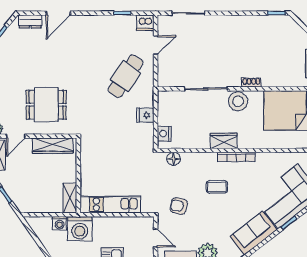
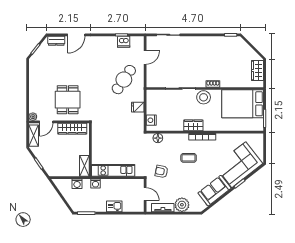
dishwasher: (145, 23) -> (124, 42), moved
dining table: (46, 105) -> (68, 100), turned 90
washing machine: (80, 229) -> (95, 183), width x0.53, depth x0.53

